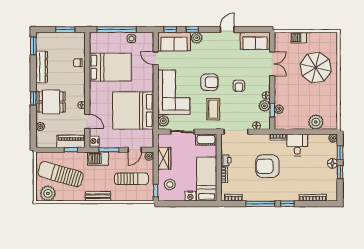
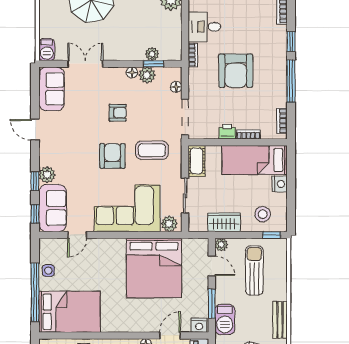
barbecue: (299, 38) -> (47, 50), moved
bed: (110, 67) -> (70, 312), moved, turned 90

